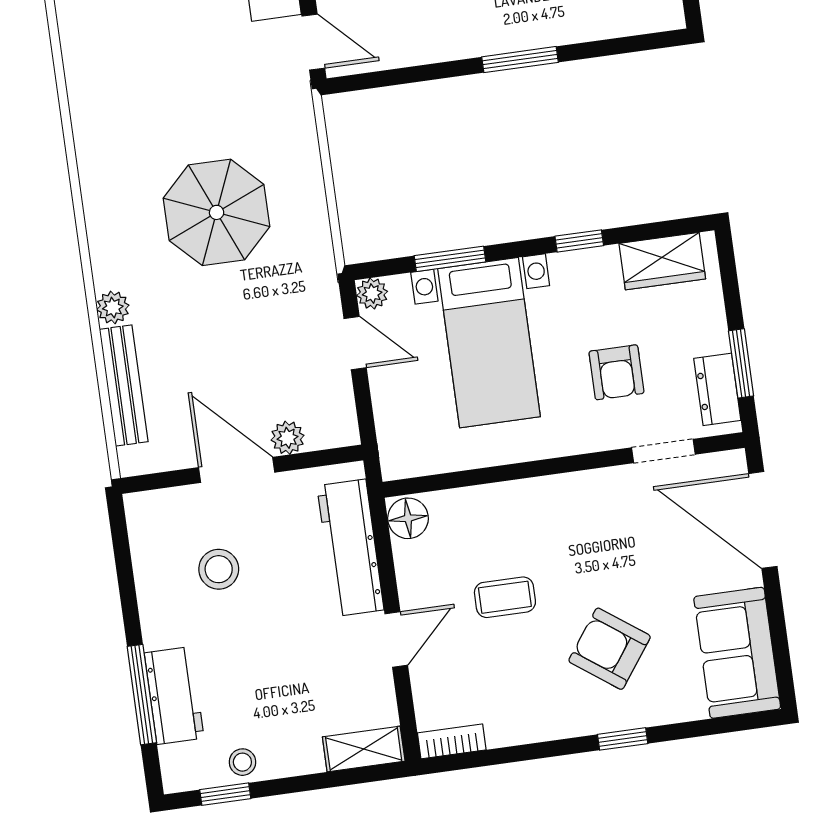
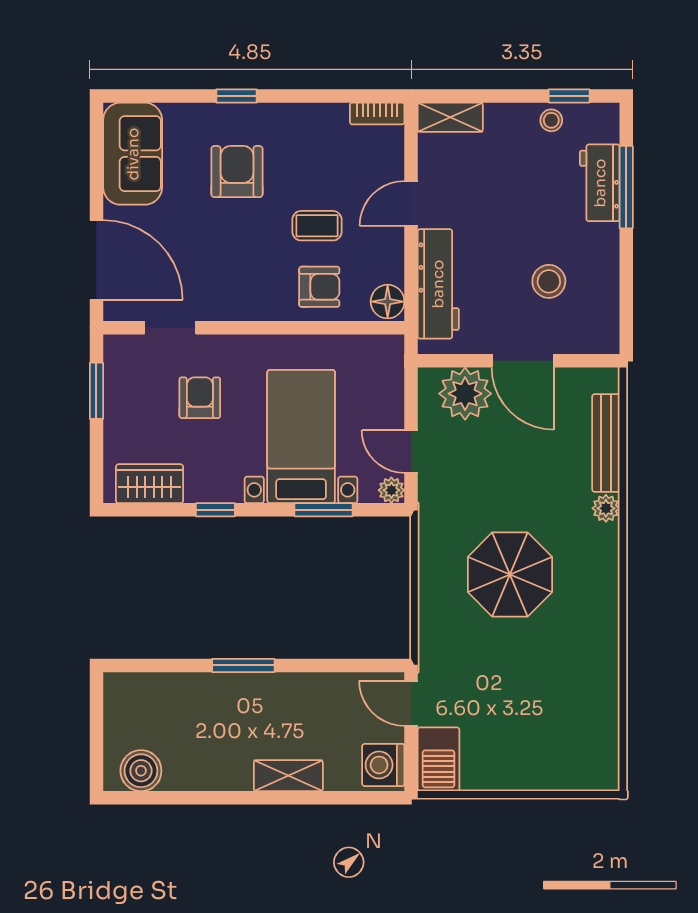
dresser: (717, 389) -> (119, 372), removed
plant: (288, 438) -> (465, 394), width x1.87, depth x1.87
armchair: (492, 525) -> (319, 287), added
armchair: (610, 649) -> (237, 172), turned -126

